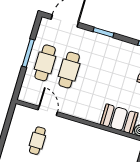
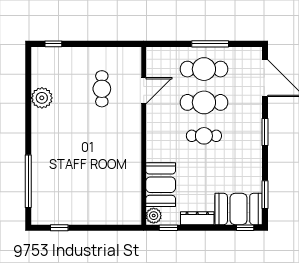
cafe table: (93, 77) -> (204, 136), added
cafe table: (37, 141) -> (102, 89), turned 90

